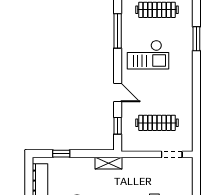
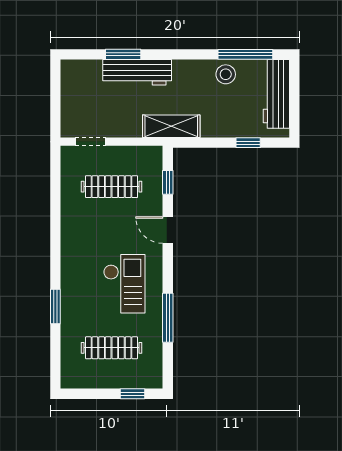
checkout: (148, 55) -> (124, 284), turned 90
shelving: (108, 163) -> (171, 126), width x1.50, depth x1.33

